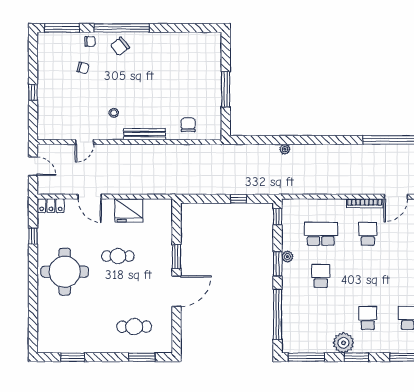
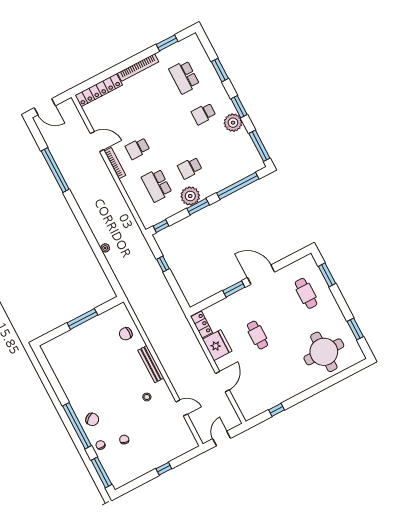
locker: (51, 206) -> (202, 325), moved
plant: (287, 257) -> (190, 196), width x1.88, depth x1.88
round table: (65, 272) -> (324, 352), moved

